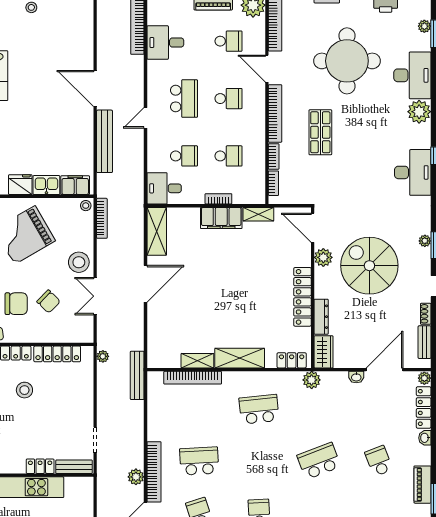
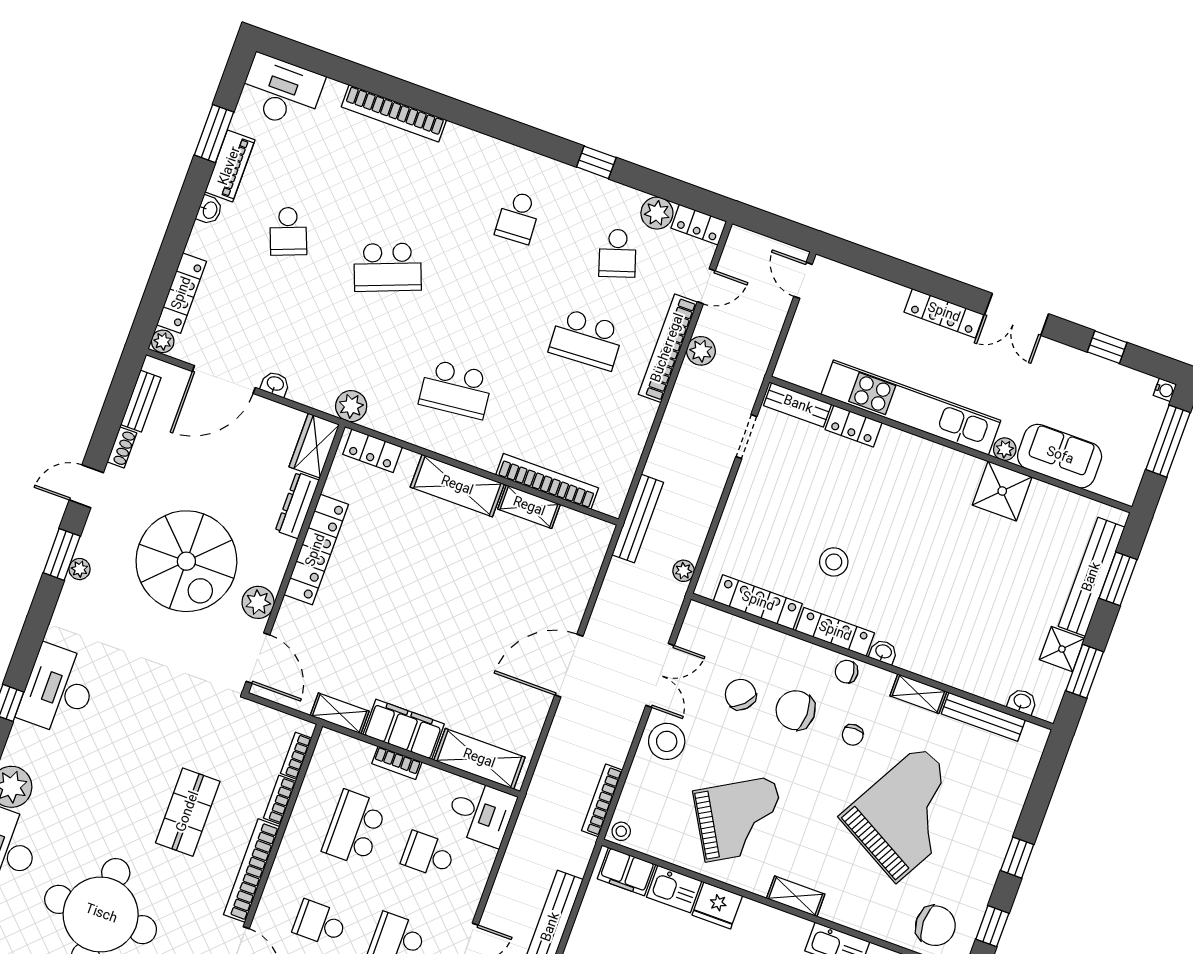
school desk: (228, 156) -> (354, 828), width x1.85
shelving: (157, 231) -> (479, 759), moved, turned 90
washbasin: (425, 438) -> (209, 210), moved

